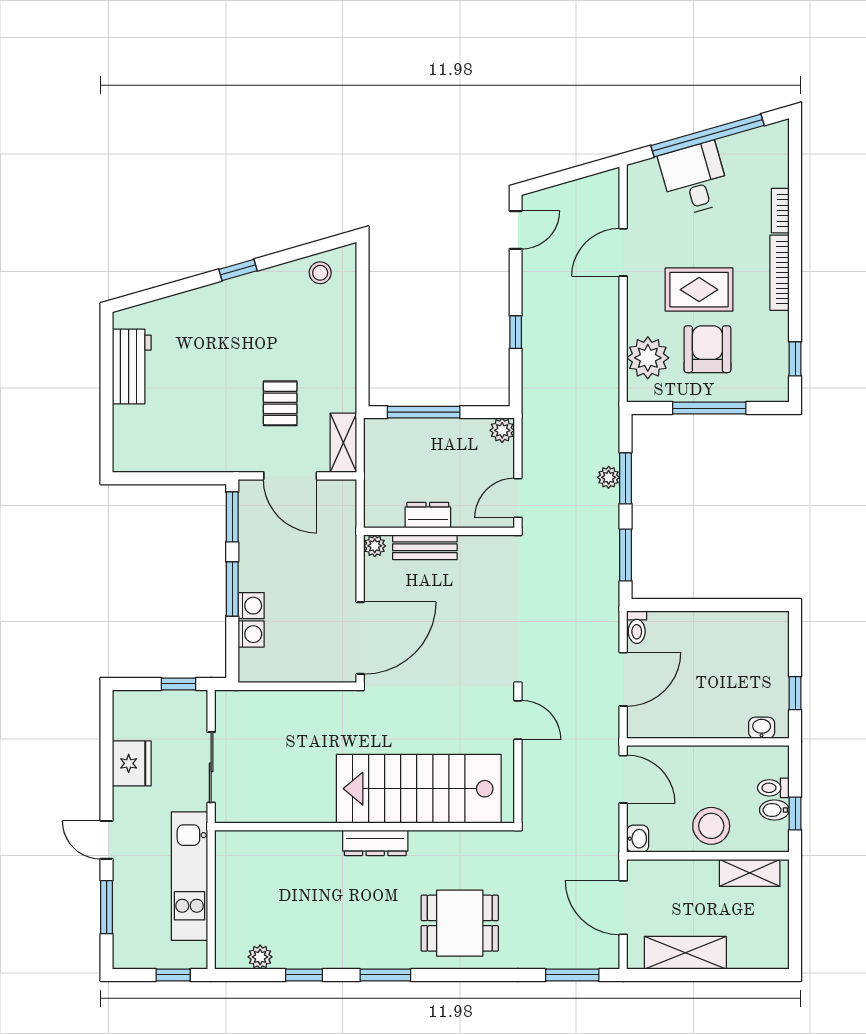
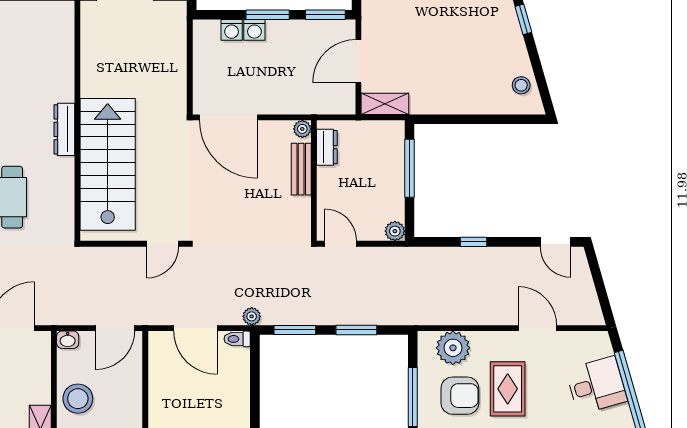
pallet: (280, 403) -> (416, 53), removed
plant: (609, 477) -> (252, 316), moved
dresser: (428, 515) -> (327, 147), moved

